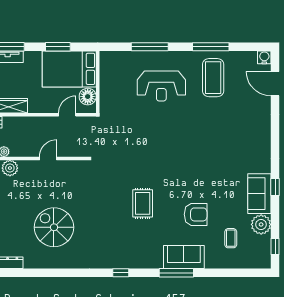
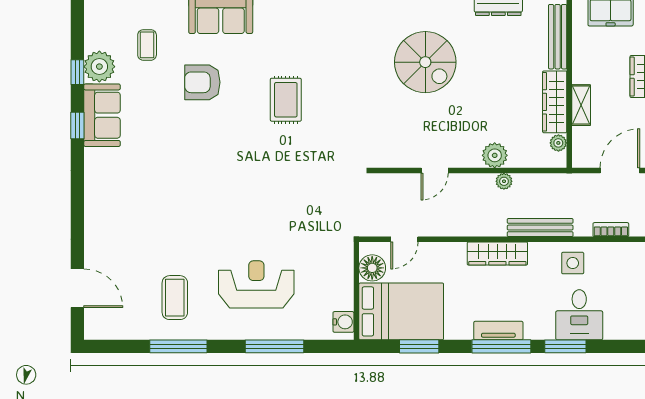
water cooler: (264, 57) -> (343, 322), moved, turned -90
coffee table: (213, 78) -> (175, 298), width x0.73, depth x0.76
window: (275, 247) -> (77, 72), moved

